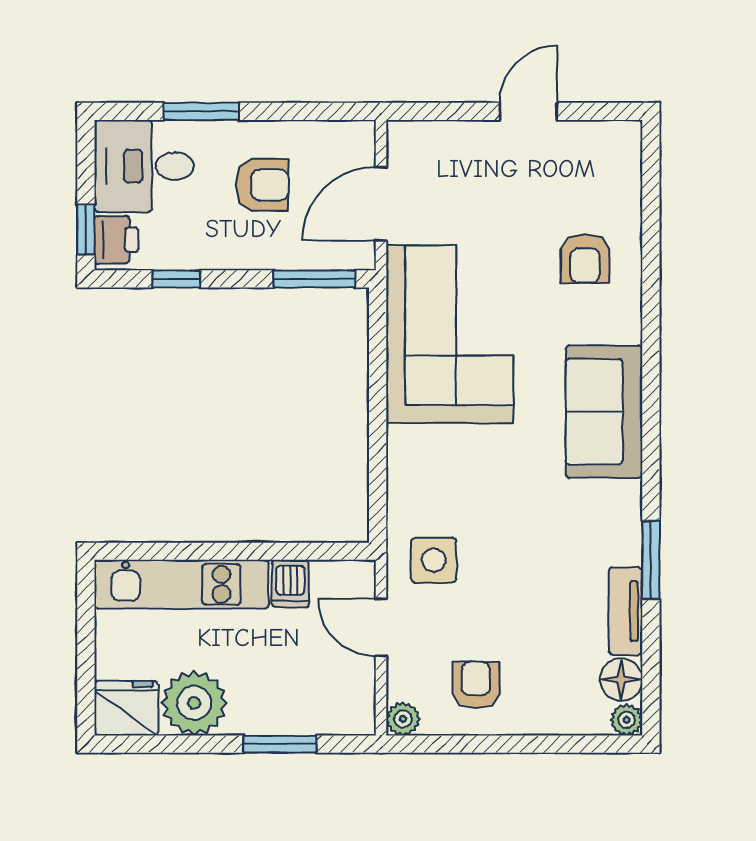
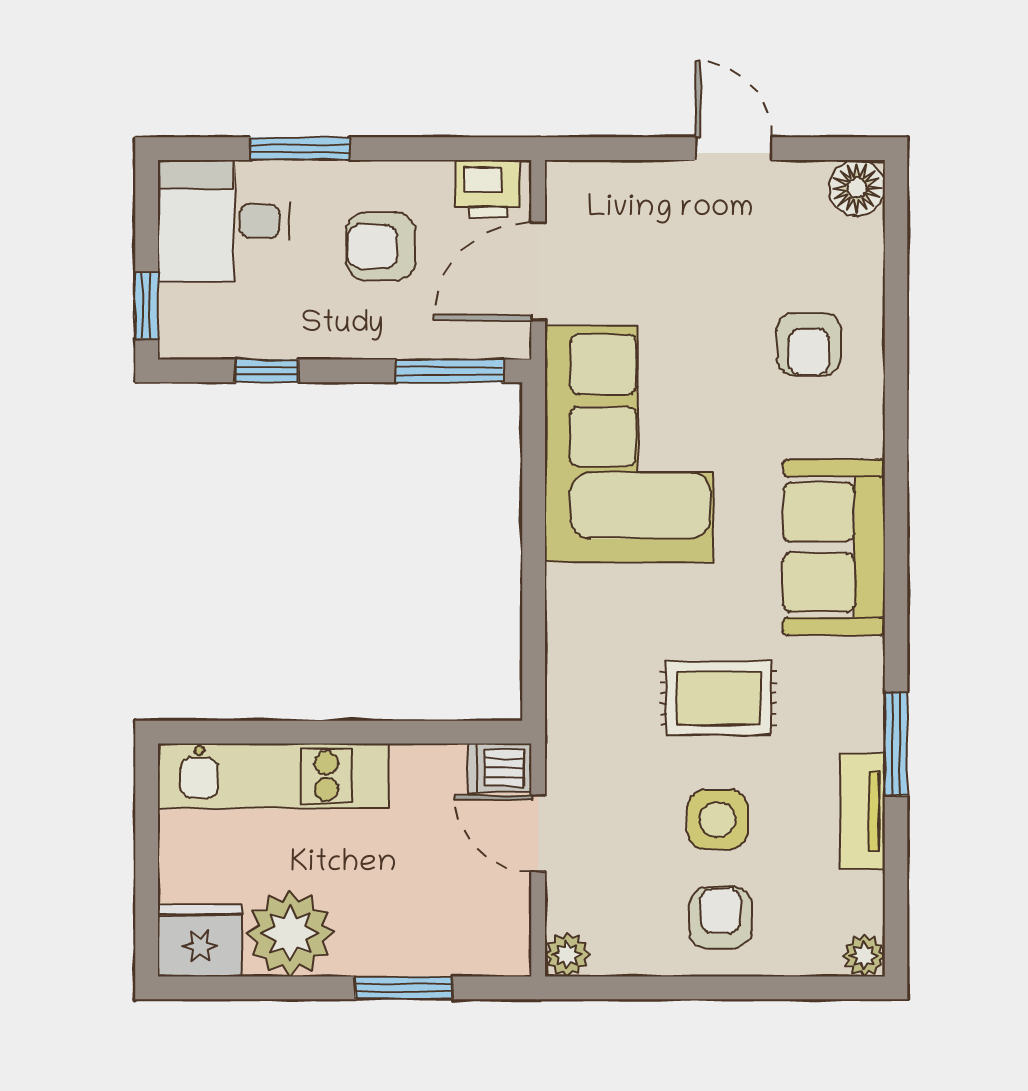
door: (528, 111) -> (734, 149), hinge flipped
armchair: (262, 185) -> (381, 246), turned 180
printer: (116, 240) -> (488, 189), moved, turned 90
rug: (517, 526) -> (718, 698), added
side table: (434, 560) -> (717, 820), moved
dishwasher: (290, 584) -> (500, 768), moved, turned 90
floor lamp: (621, 680) -> (857, 188), moved
armchair: (476, 685) -> (721, 918), moved

